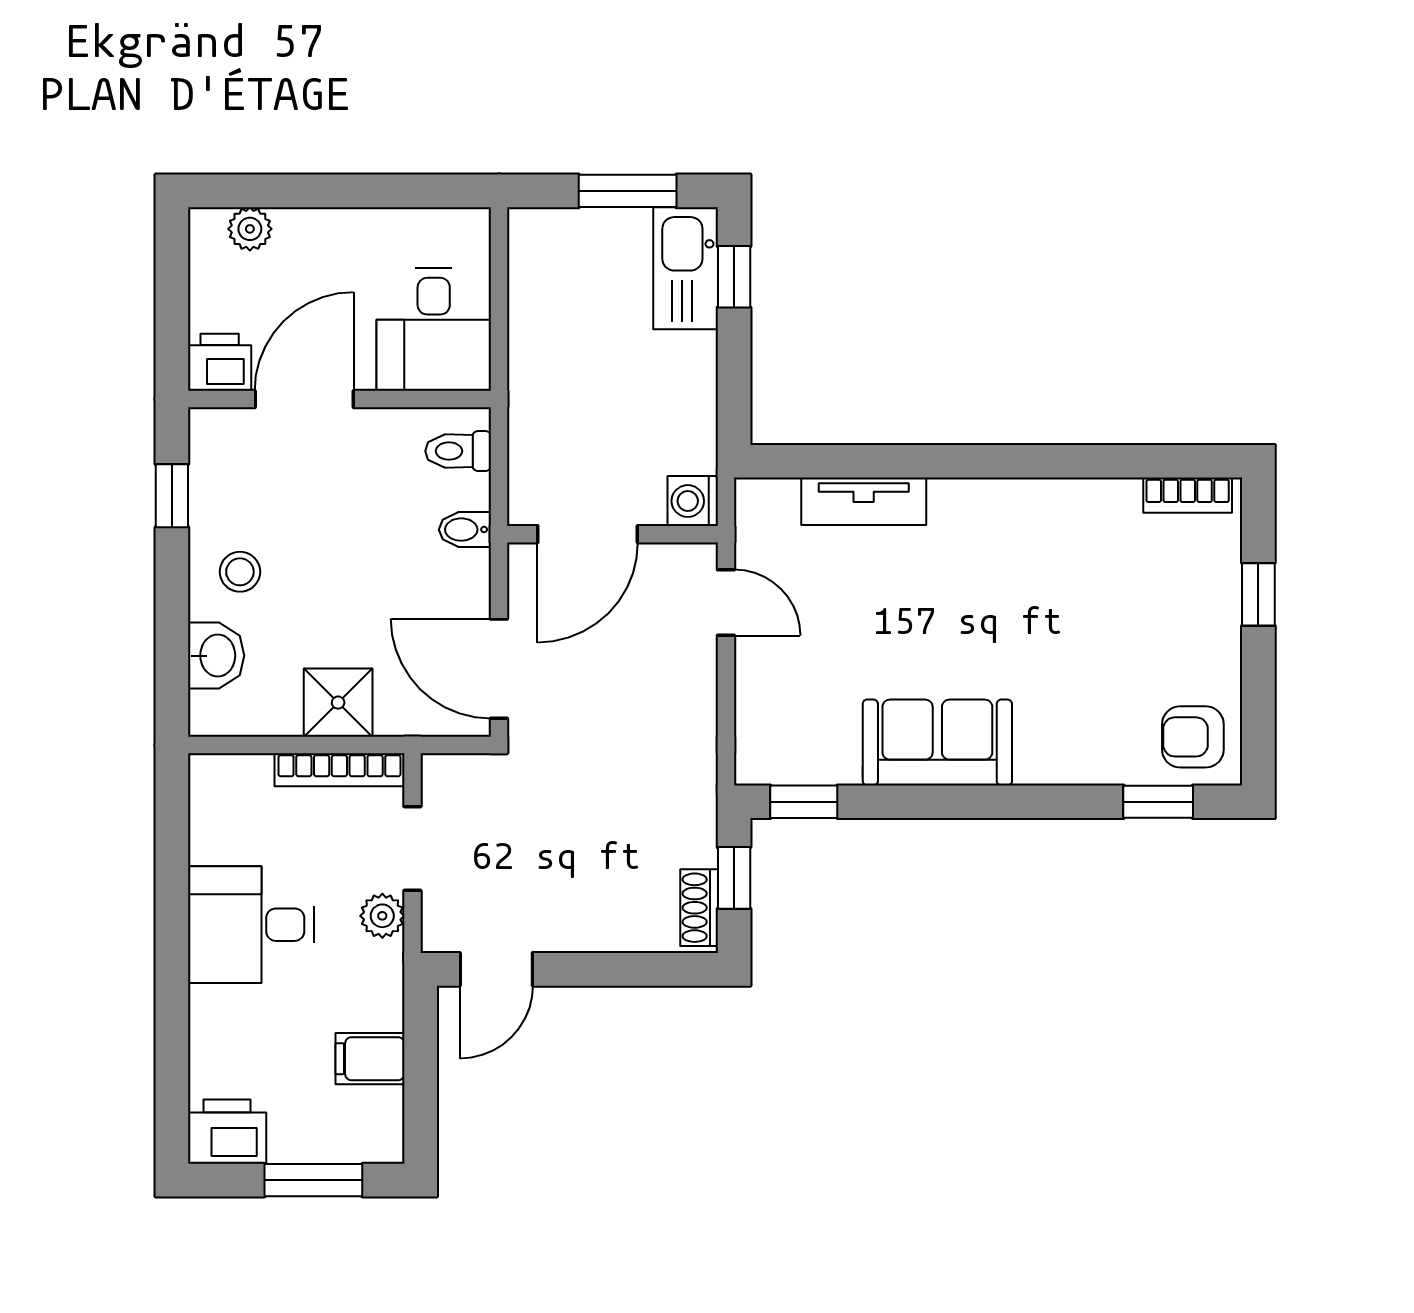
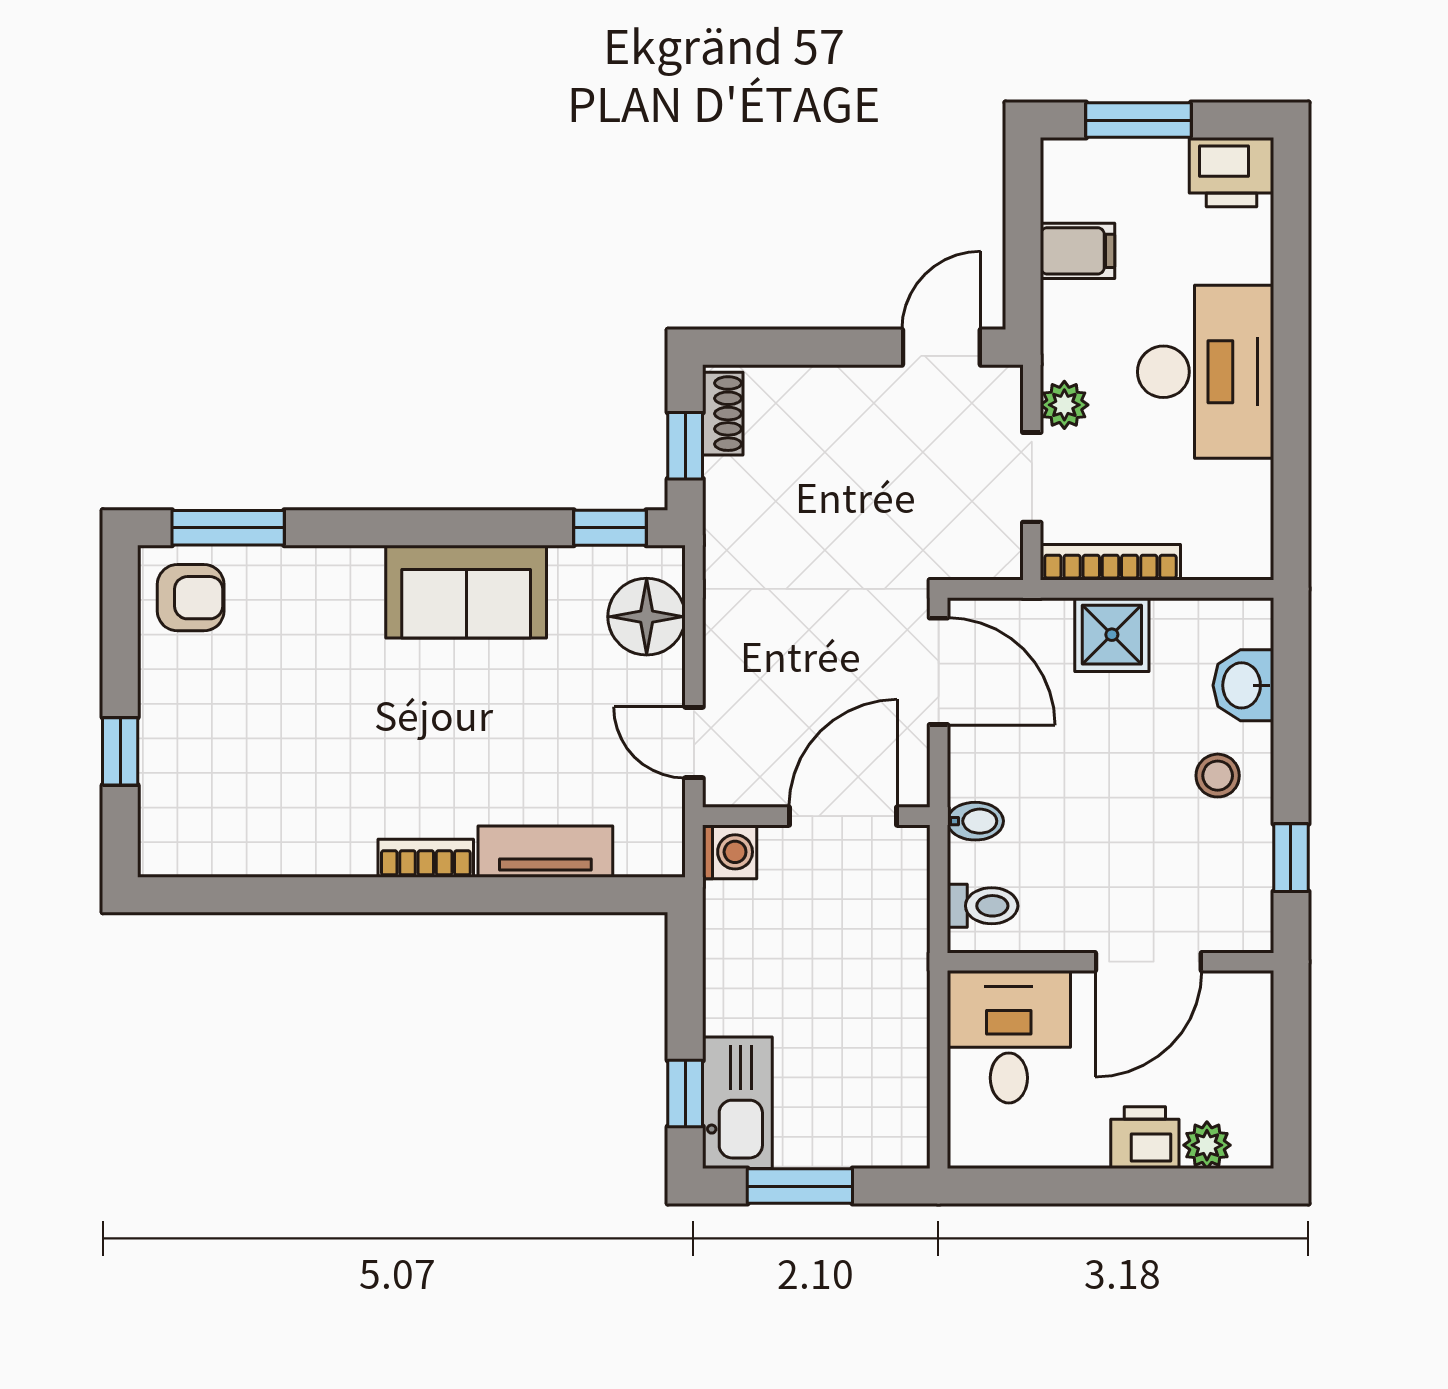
printer: (220, 362) -> (1145, 1138), moved, turned 180
bookcase: (1188, 495) -> (426, 858), moved
floor lamp: (770, 719) -> (647, 617), added
window: (1158, 802) -> (228, 528), width x1.50
desk: (251, 925) -> (1206, 372), width x1.37

